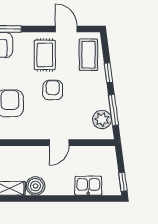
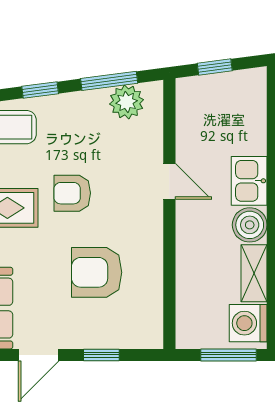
window: (123, 182) -> (215, 67), moved
kitchen sink: (88, 186) -> (249, 181), moved

